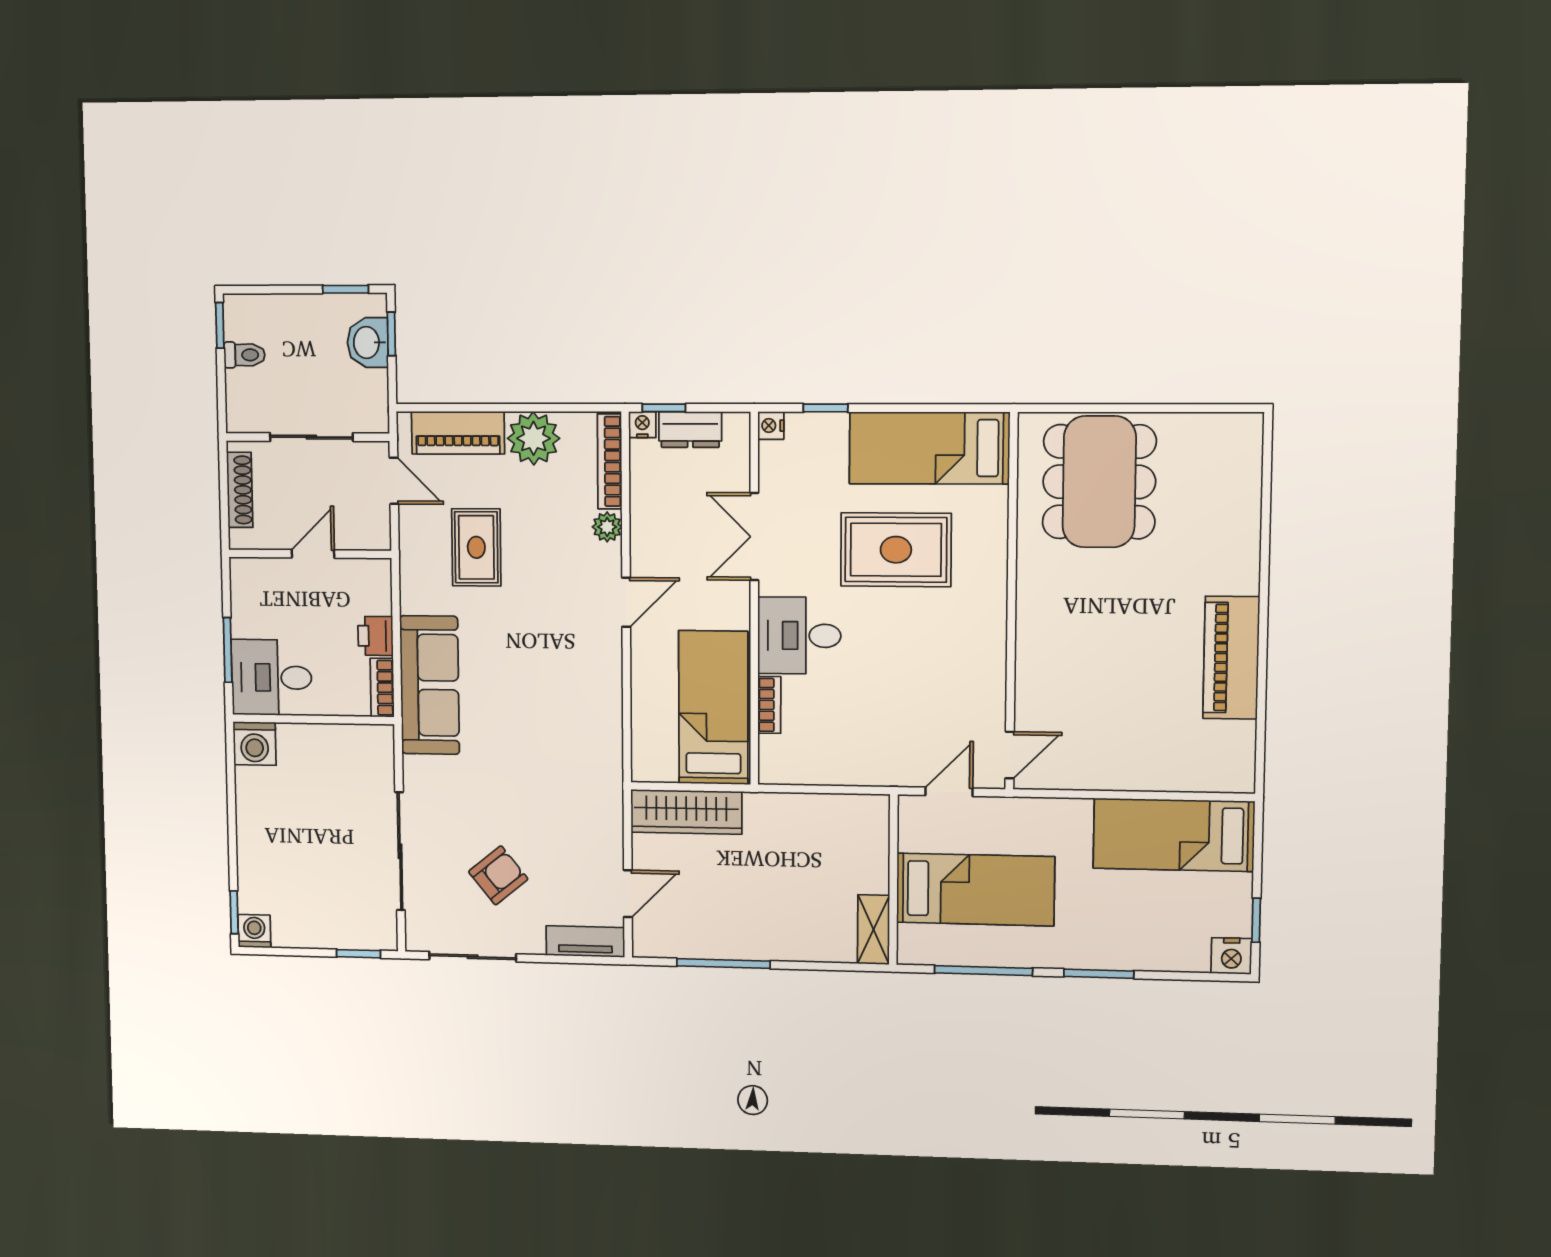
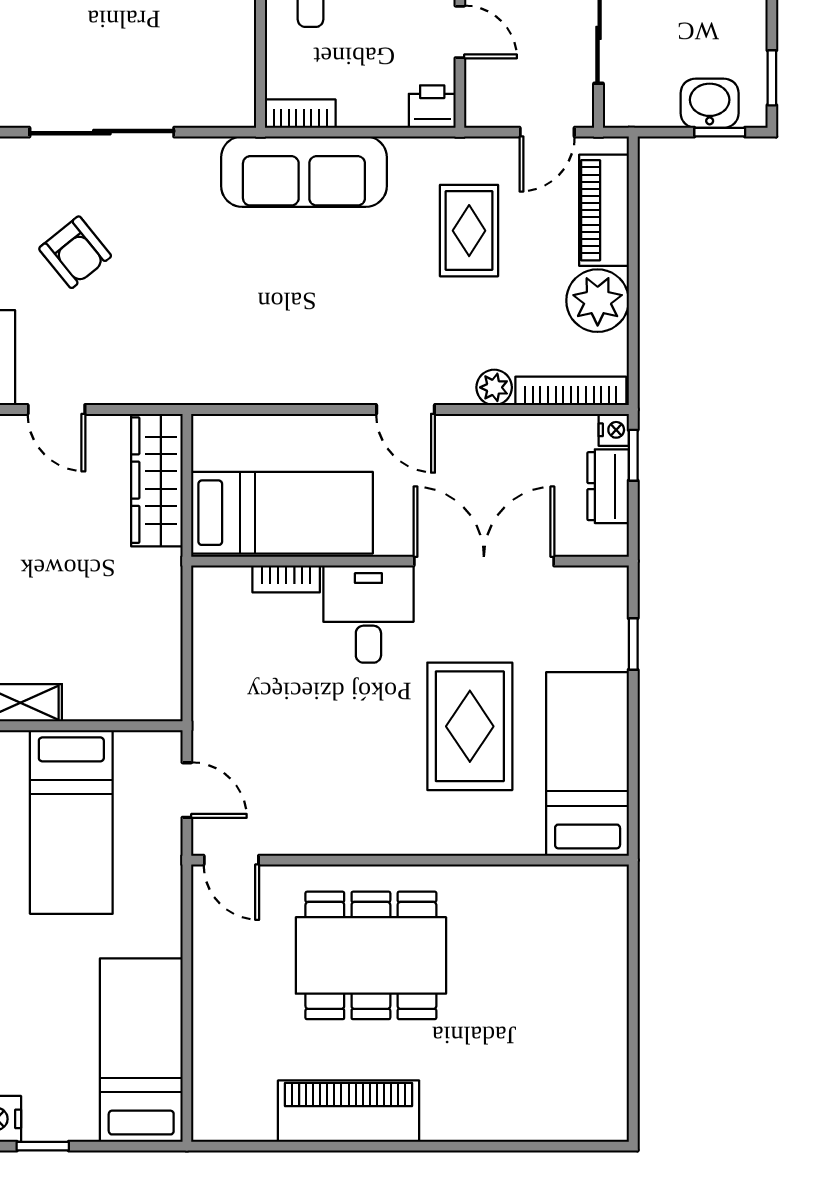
nightstand: (771, 426) -> (613, 580), removed
dining table: (1099, 482) -> (371, 955), moved
double door: (754, 537) -> (484, 561), width x1.37
rug: (476, 547) -> (469, 231), turned 90
printer: (376, 636) -> (432, 107), moved

